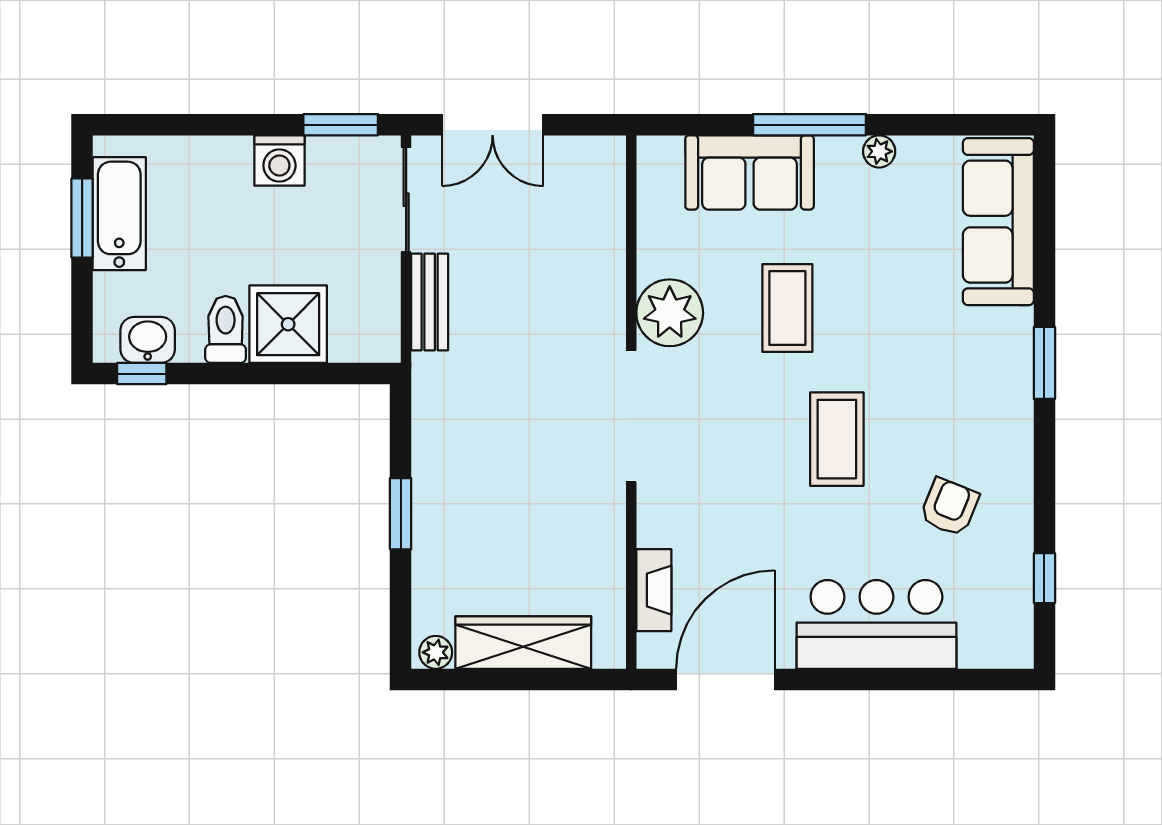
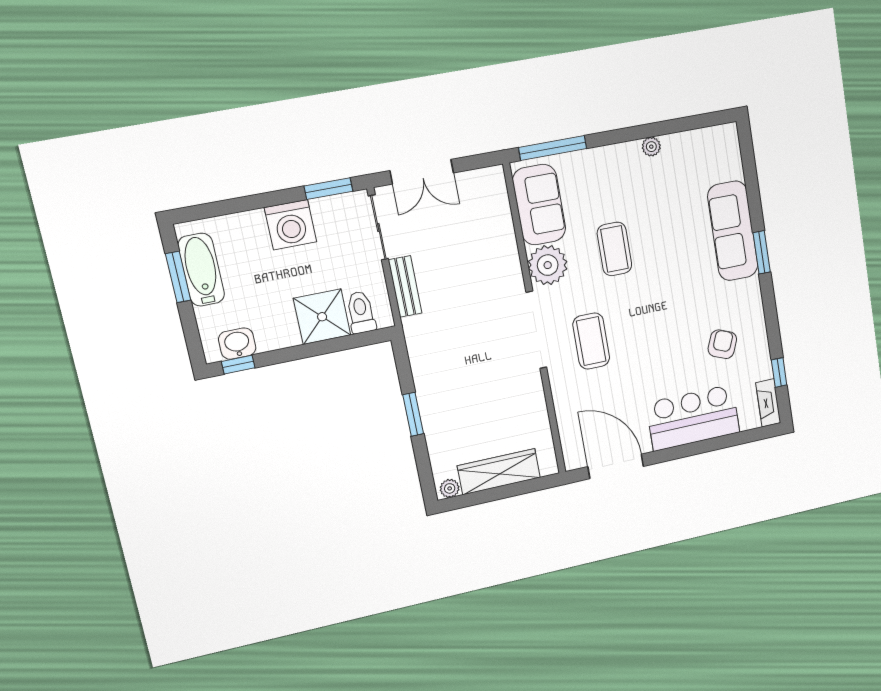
window: (810, 125) -> (553, 148), moved
washing machine: (279, 160) -> (290, 225), width x1.37, depth x1.37
sofa: (750, 172) -> (539, 205), moved, turned -90
sofa: (998, 222) -> (733, 231), moved
toilet: (226, 329) -> (361, 312), moved
coffee table: (837, 439) -> (591, 341), moved
fireplace: (654, 590) -> (768, 403), moved, turned 180
door: (725, 679) -> (616, 466), hinge flipped

